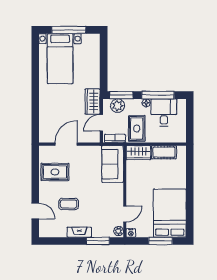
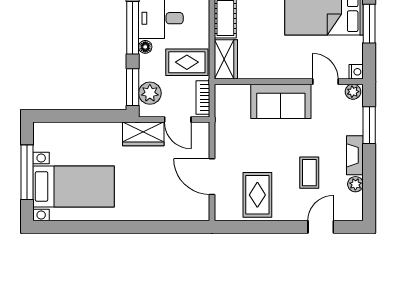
sofa: (113, 164) -> (281, 101), moved
plant: (61, 232) -> (355, 184), added

